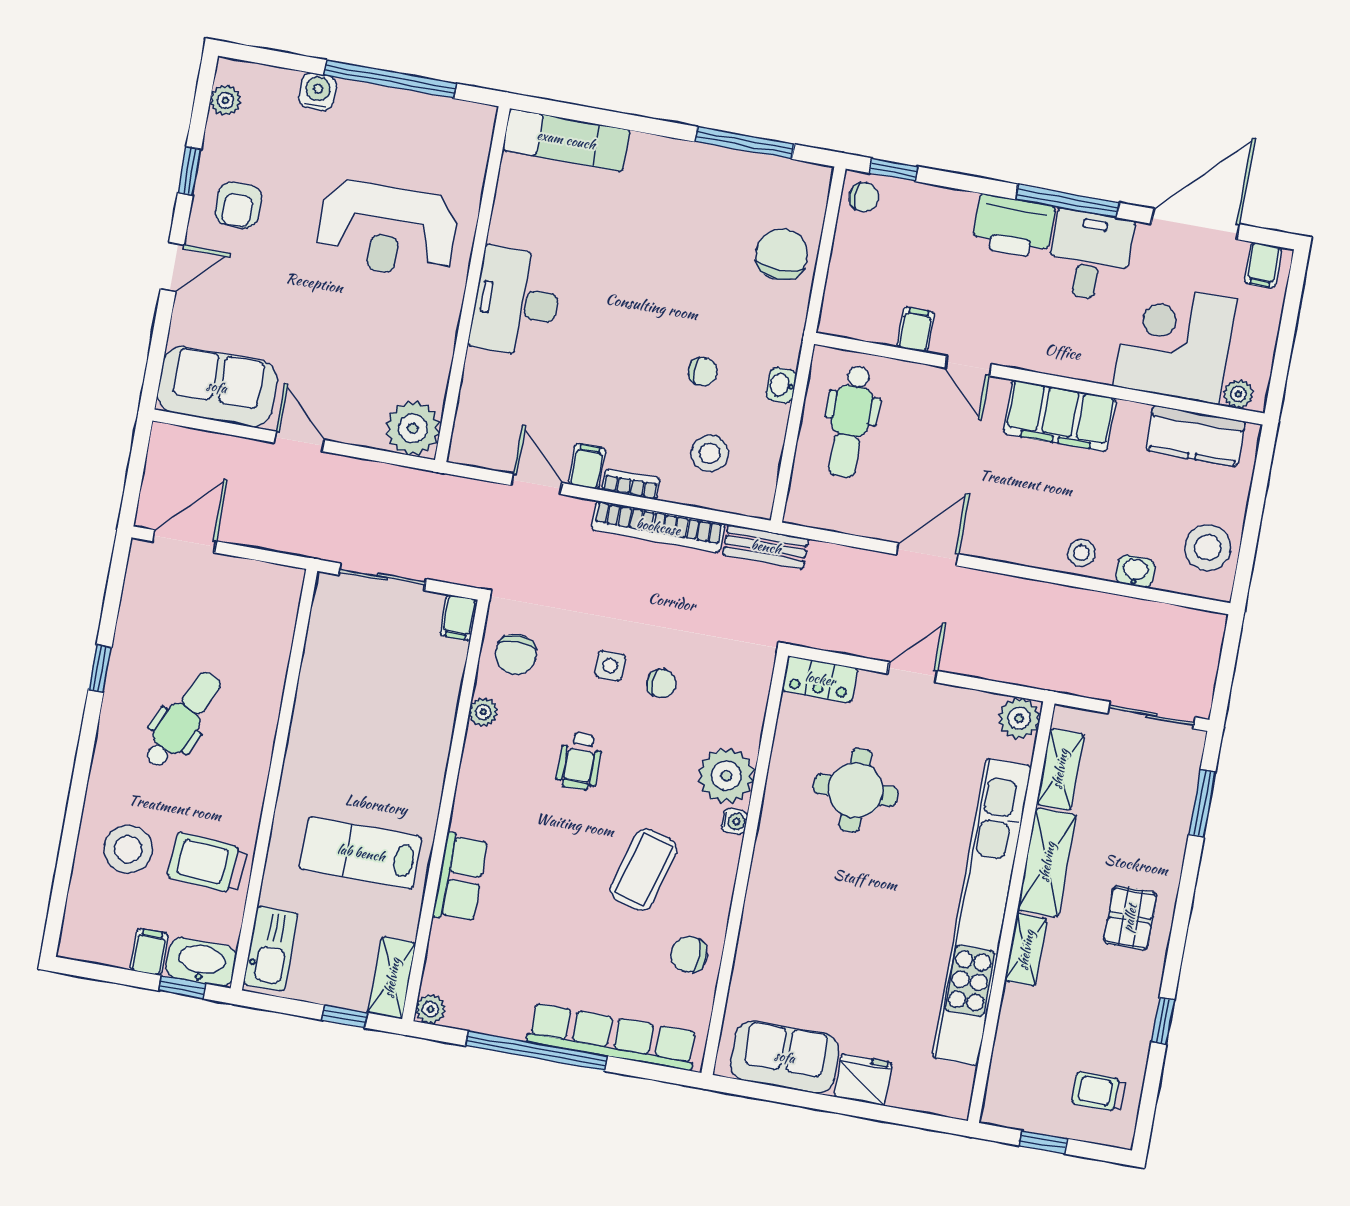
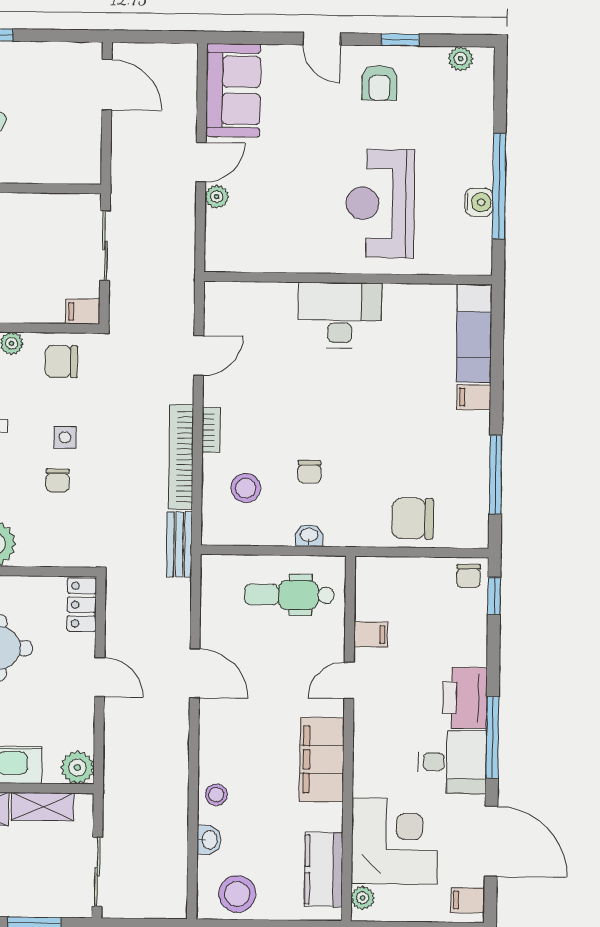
water cooler: (318, 91) -> (479, 202), moved
armchair: (238, 205) -> (379, 83), turned -90
chair: (782, 254) -> (413, 519), turned 180
plant: (413, 428) -> (217, 197), moved, width x0.53, depth x0.53
filing cabinet: (587, 466) -> (474, 397), moved, turned 180

